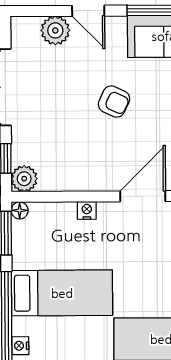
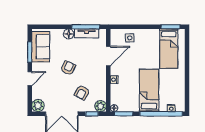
plant: (55, 30) -> (38, 106), moved
armchair: (56, 134) -> (82, 93), added
door: (143, 196) -> (108, 56), swing flipped

